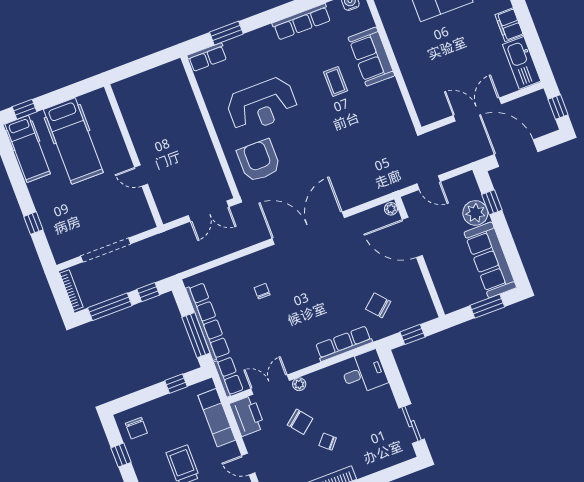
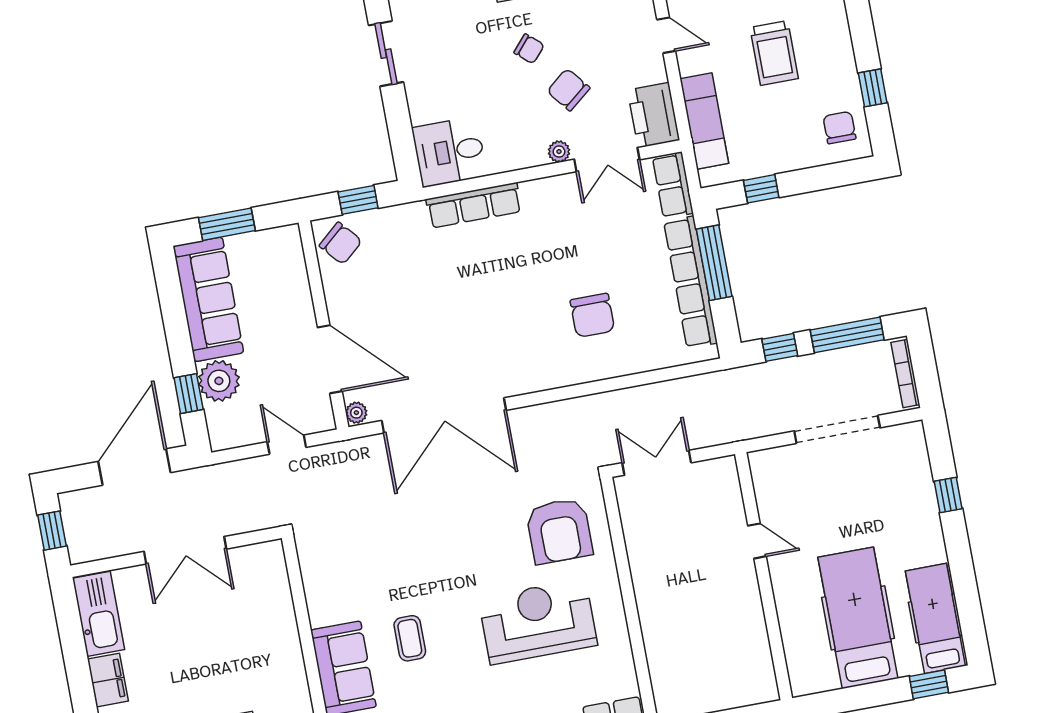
door: (516, 153) -> (134, 467), swing flipped
double door: (308, 228) -> (444, 415), moved
chair: (262, 291) -> (592, 315), width x1.87, depth x1.87
chair: (378, 305) -> (341, 243), moved

